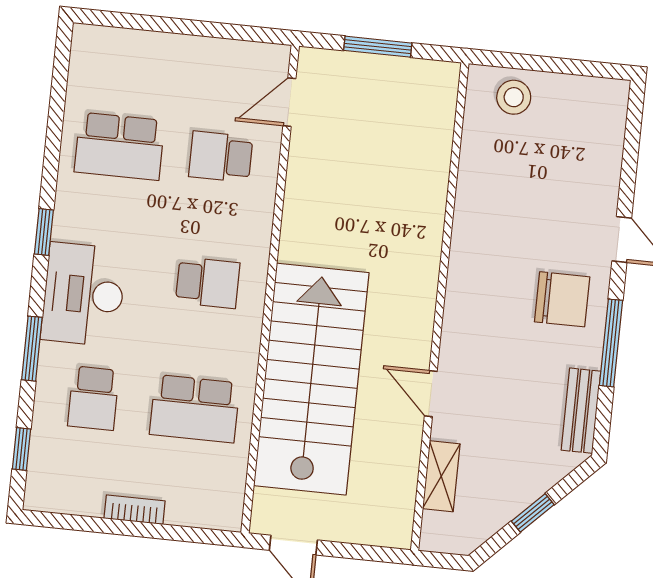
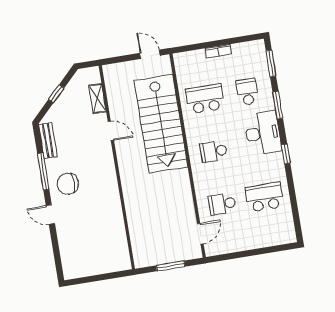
stool: (514, 97) -> (110, 260), removed
school desk: (221, 157) -> (222, 204), turned 180
window: (21, 449) -> (271, 63), width x1.50

